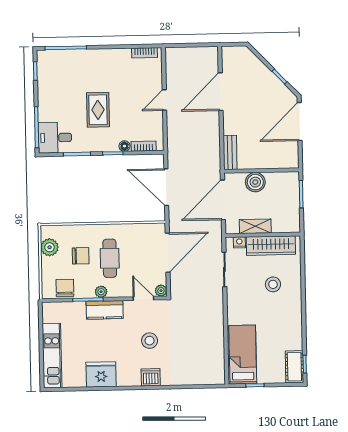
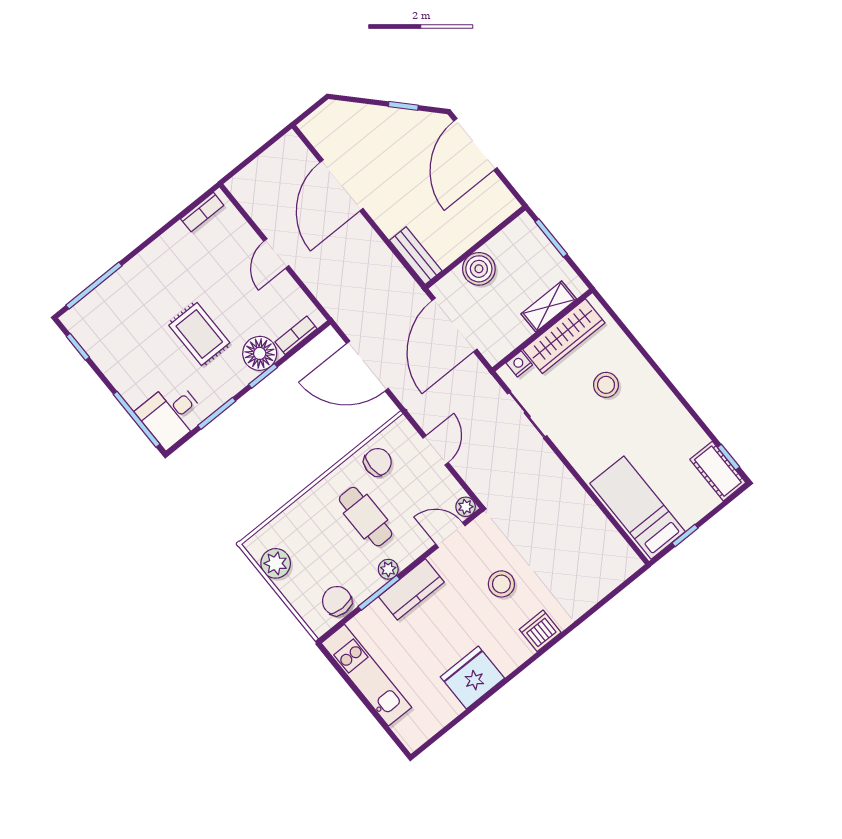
floor lamp: (124, 146) -> (260, 353), width x1.89, depth x1.89
shelving: (255, 226) -> (549, 306), moved
door: (168, 253) -> (436, 450), width x0.53
chair: (81, 256) -> (378, 462), moved
kitchen unit: (52, 356) -> (366, 675), moved

